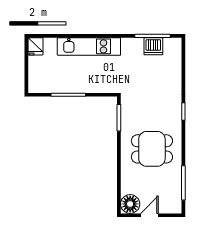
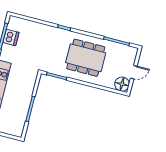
dining table: (152, 149) -> (86, 58), width x1.38
door: (149, 215) -> (134, 72), swing flipped

